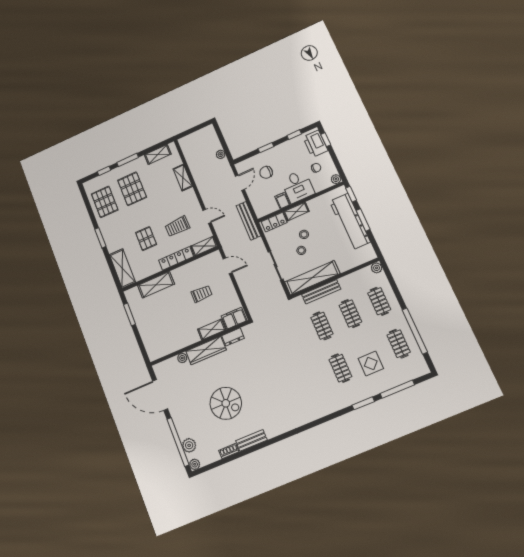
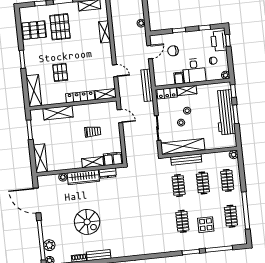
pallet: (105, 202) -> (34, 30), turned 90
trolley: (177, 226) -> (89, 71), removed
shelving: (150, 344) -> (40, 158), added

